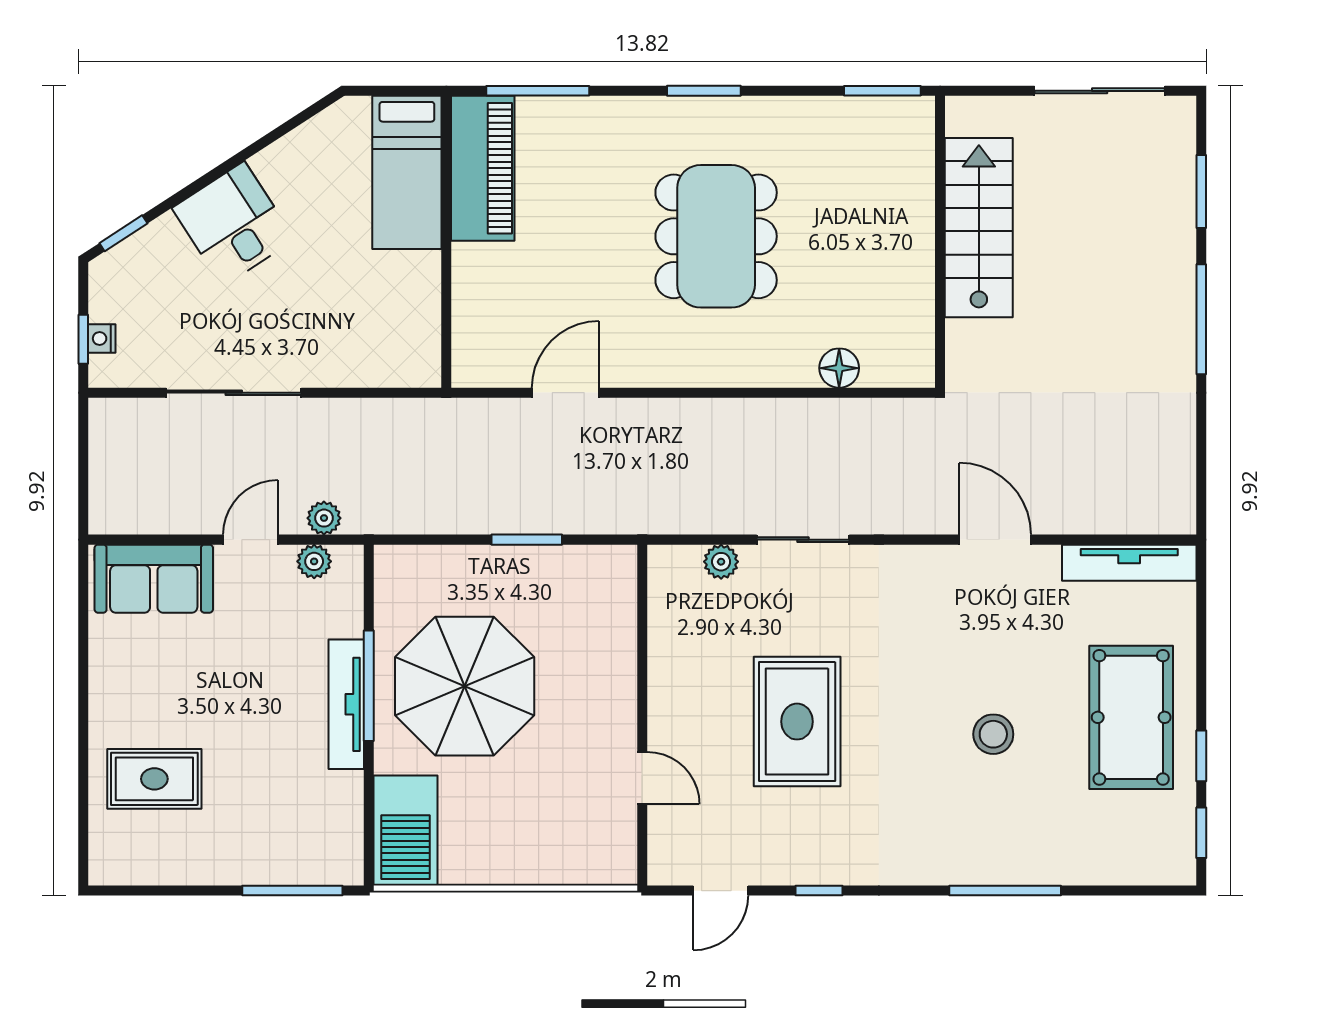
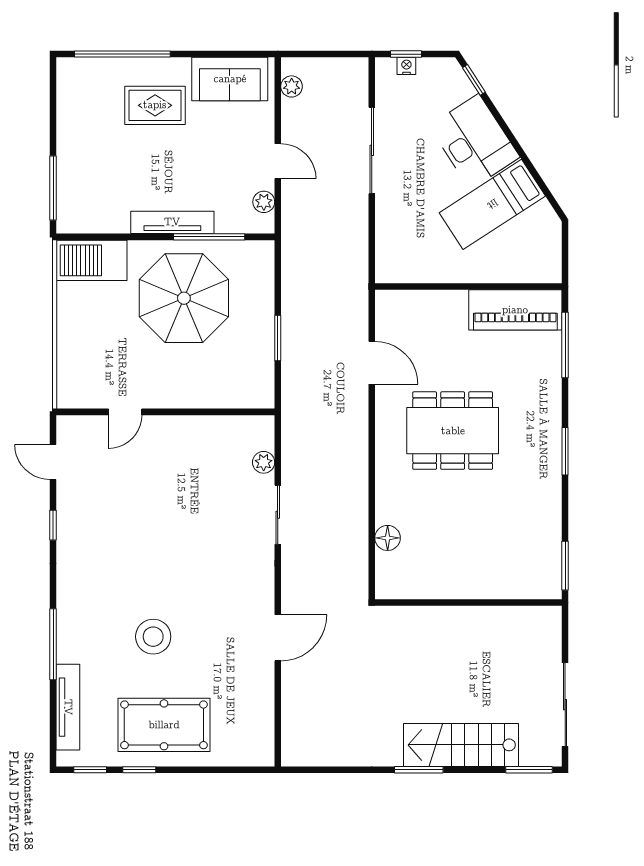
bed: (407, 172) -> (492, 204), moved, turned -33
window: (1201, 192) -> (529, 770), moved
desk: (233, 224) -> (474, 142), width x1.37
stairs: (979, 228) -> (461, 745), moved, turned 180
dining table: (716, 236) -> (453, 431), moved
window: (1201, 319) -> (419, 770), width x0.69
plant: (324, 518) -> (292, 86), moved
tv unit: (1129, 563) -> (68, 707), moved, turned 180
sofa: (154, 579) -> (230, 79), moved, turned -90
window: (369, 686) -> (209, 237), moved
rug: (797, 722) -> (161, 511), removed
stool: (993, 734) -> (153, 637), width x1.38, depth x1.38
rug: (154, 779) -> (155, 105), moved, turned 90
window: (83, 782) -> (122, 54), added

